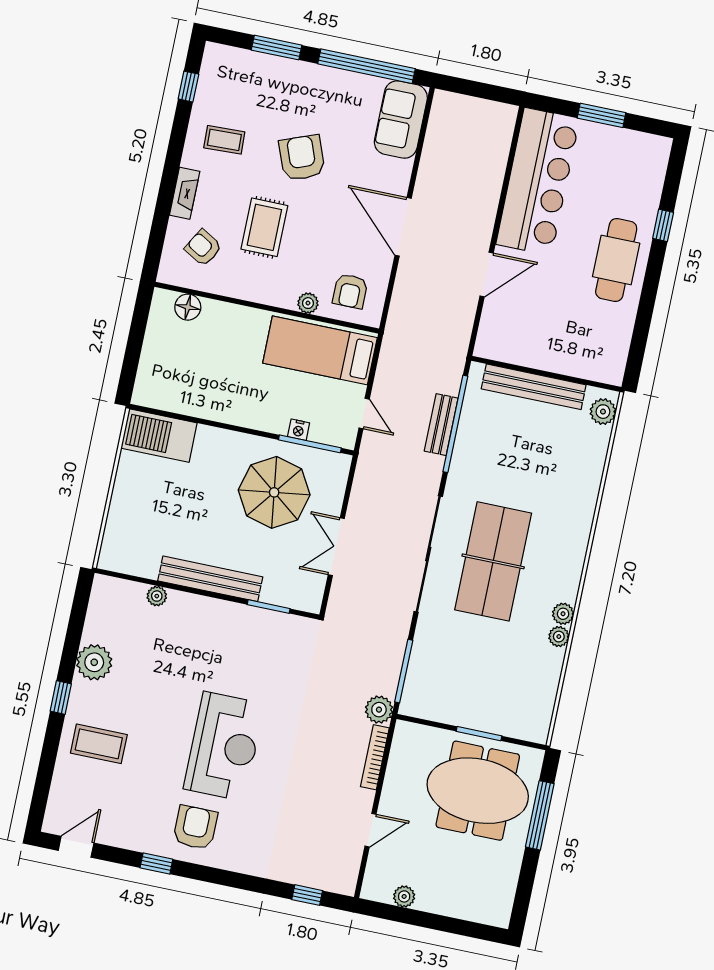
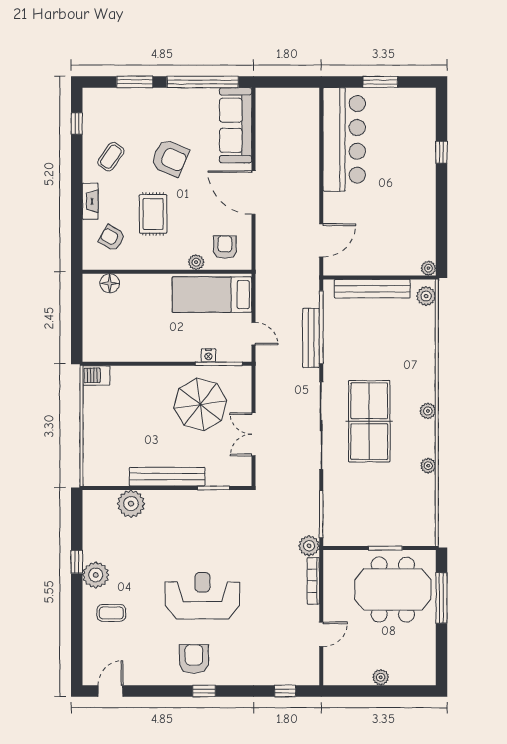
sofa: (401, 120) -> (236, 125), width x1.36
coffee table: (224, 140) -> (111, 157), turned -53
armchair: (302, 158) -> (170, 158), turned 134
cafe table: (616, 260) -> (413, 184), removed
door: (487, 275) -> (321, 240), moved
armchair: (350, 291) -> (225, 247), turned 180
plant: (614, 375) -> (428, 268), added
bench: (441, 425) -> (311, 338), width x1.36
barbecue: (159, 436) -> (96, 375), width x0.53, depth x0.65
plant: (157, 596) -> (131, 504), width x1.88, depth x1.88
plant: (563, 614) -> (428, 411), moved
plant: (94, 662) -> (96, 575), moved
window: (61, 698) -> (77, 562), moved
coffee table: (99, 744) -> (111, 613), width x0.73, depth x0.77
reception desk: (224, 746) -> (202, 596), turned -90
window: (156, 864) -> (204, 691), moved
plant: (404, 896) -> (381, 677), moved

